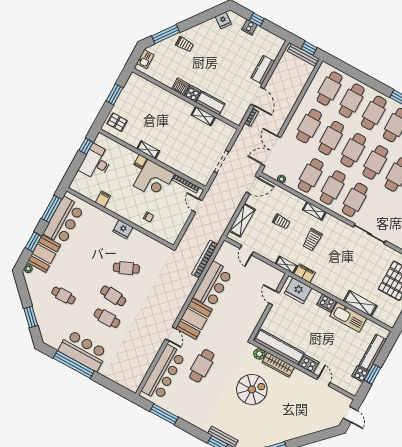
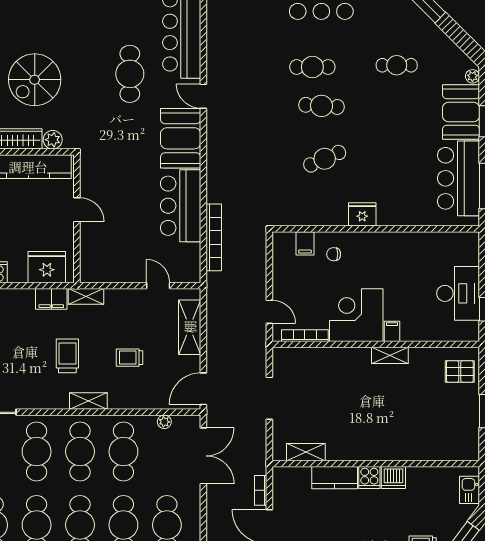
shelving: (203, 116) -> (306, 452), moved
filing cabinet: (103, 199) -> (305, 243), moved
door: (274, 298) -> (77, 210), moved

